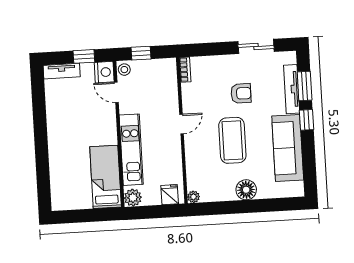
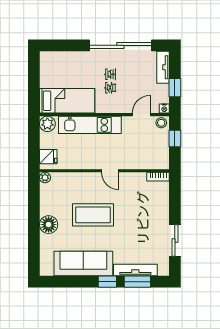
nightstand: (104, 72) -> (164, 109), width x0.53, depth x0.56
armchair: (241, 93) -> (134, 225), removed
sliding door: (40, 120) -> (120, 45), added

